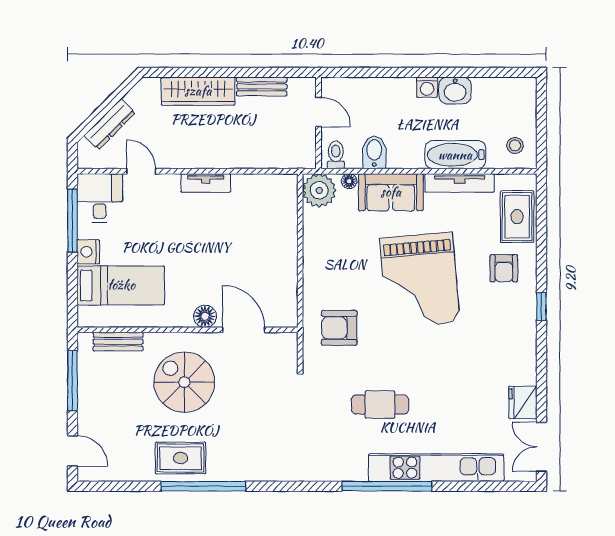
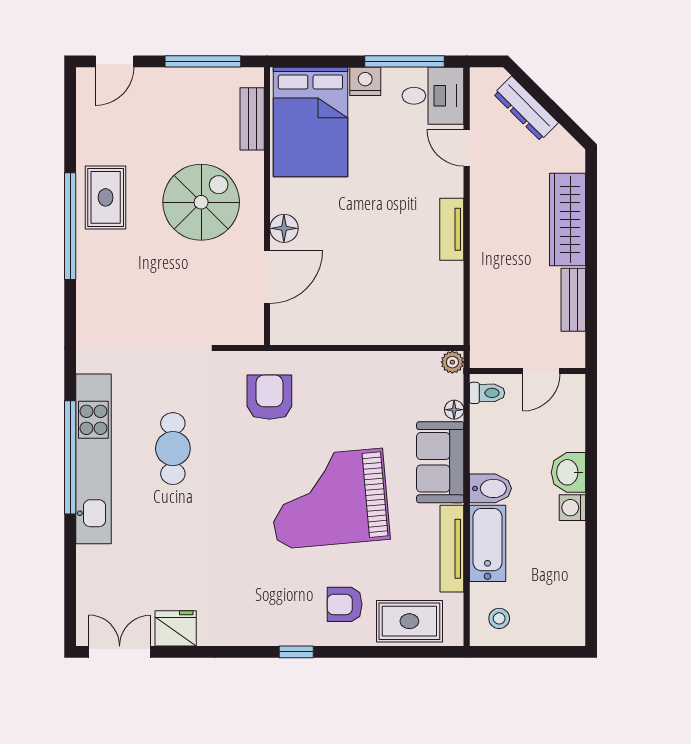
washbasin: (455, 90) -> (568, 472), moved
bidet: (374, 152) -> (490, 488), moved
door: (141, 171) -> (467, 148), swing flipped
plant: (319, 190) -> (452, 362), width x0.53, depth x0.53
bed: (121, 285) -> (310, 122), width x1.50
kitchen unit: (436, 468) -> (93, 459), moved

